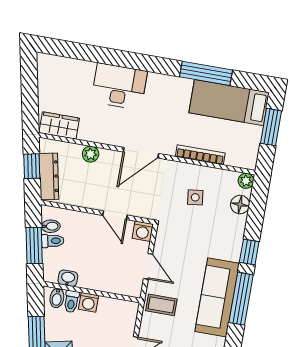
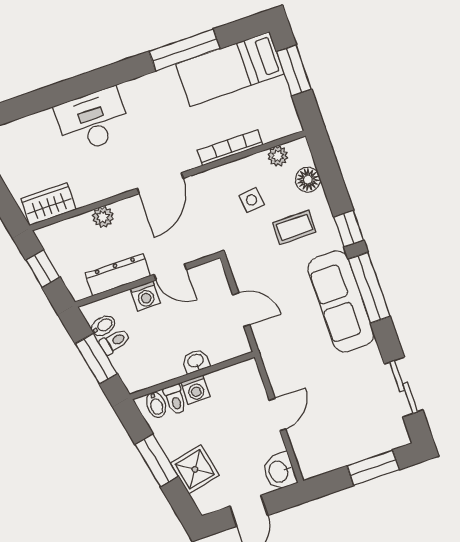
dresser: (49, 176) -> (118, 275), moved, turned -78
plant: (246, 181) -> (278, 156), moved
washing machine: (143, 231) -> (145, 296), moved
washbasin: (68, 278) -> (196, 361), moved
coffee table: (161, 305) -> (294, 227), moved

